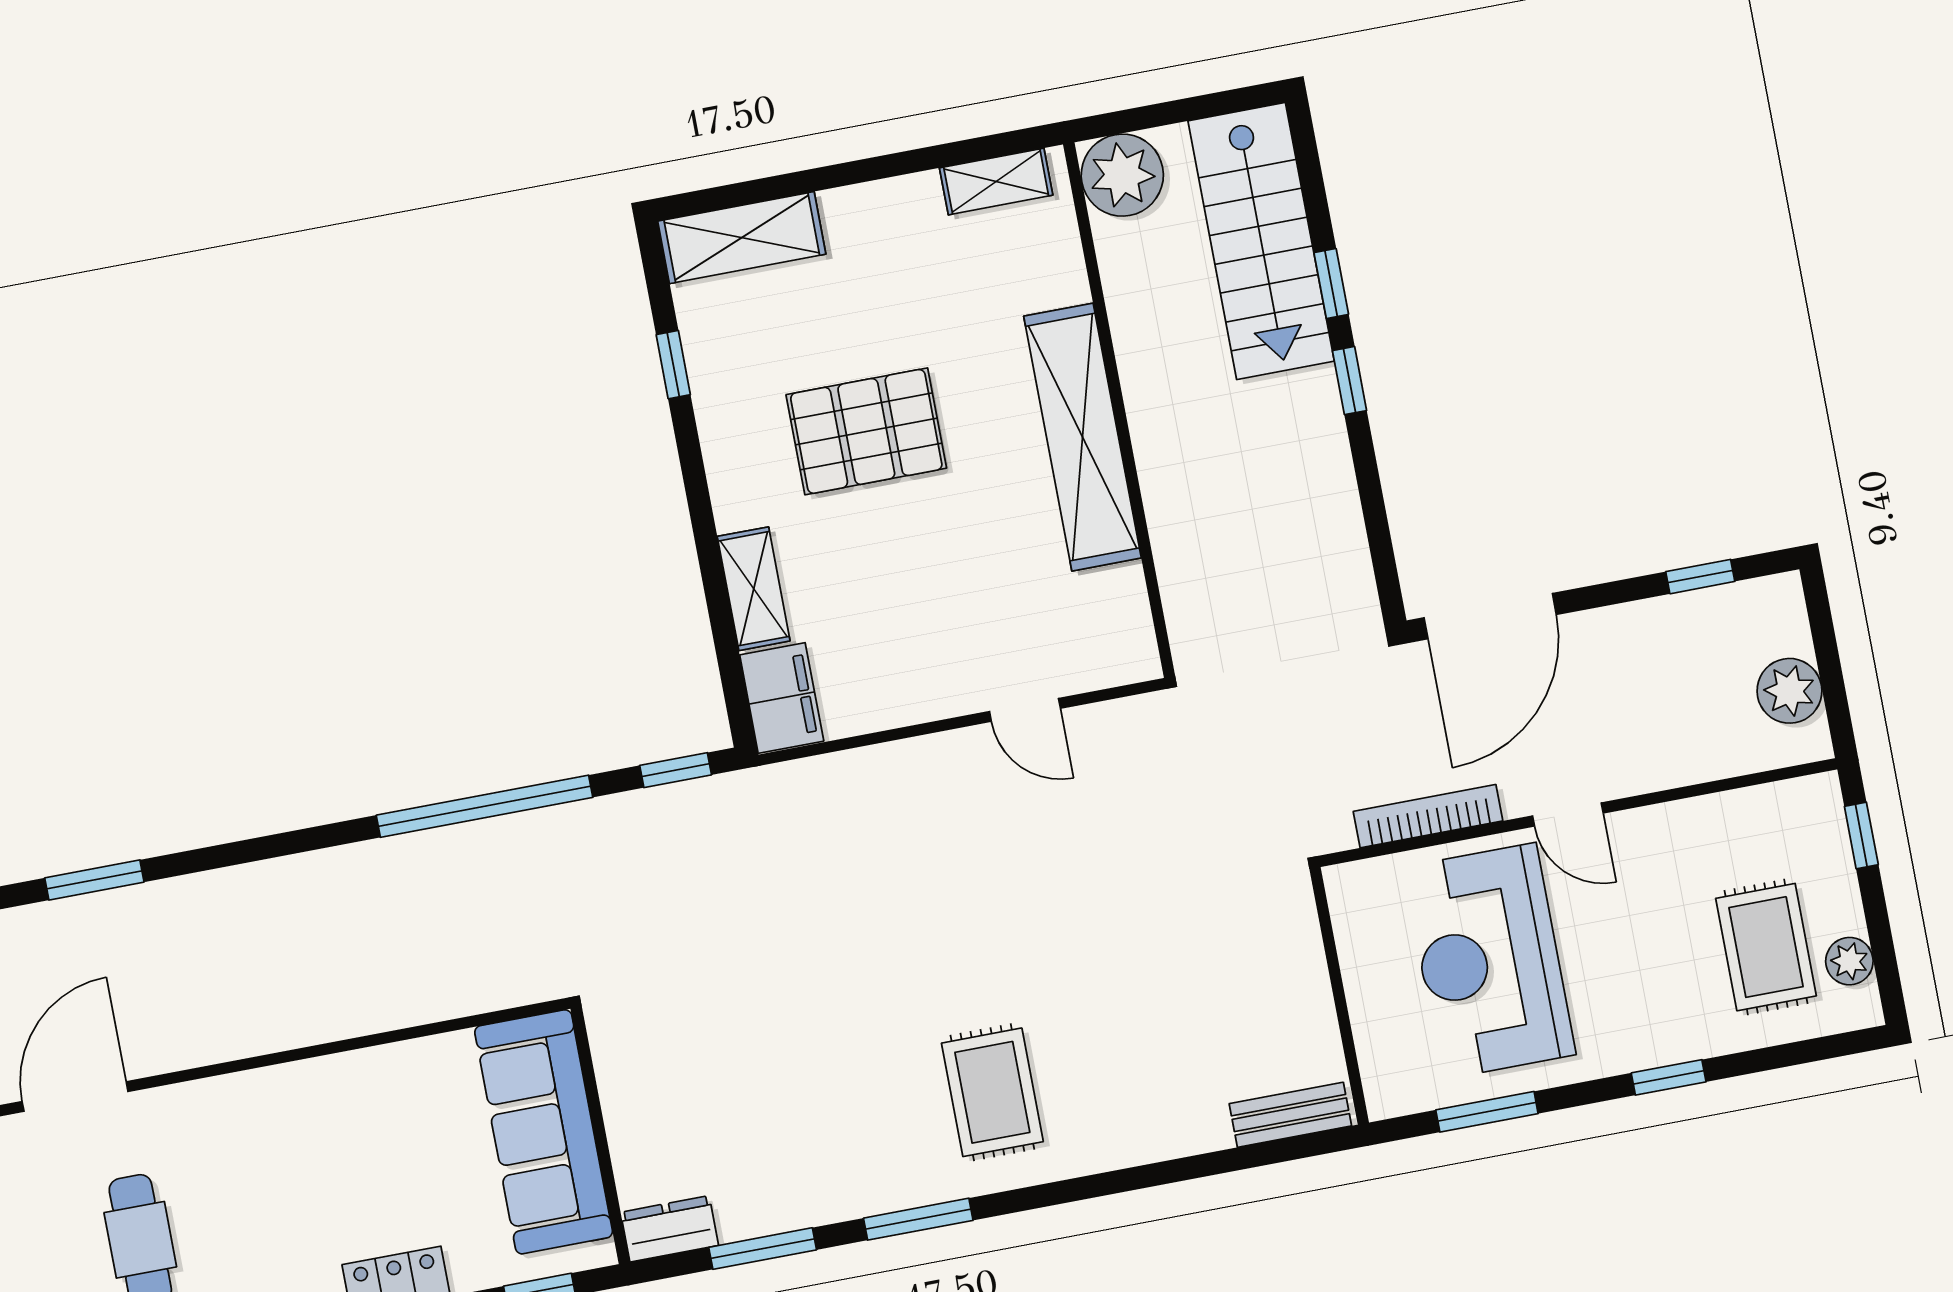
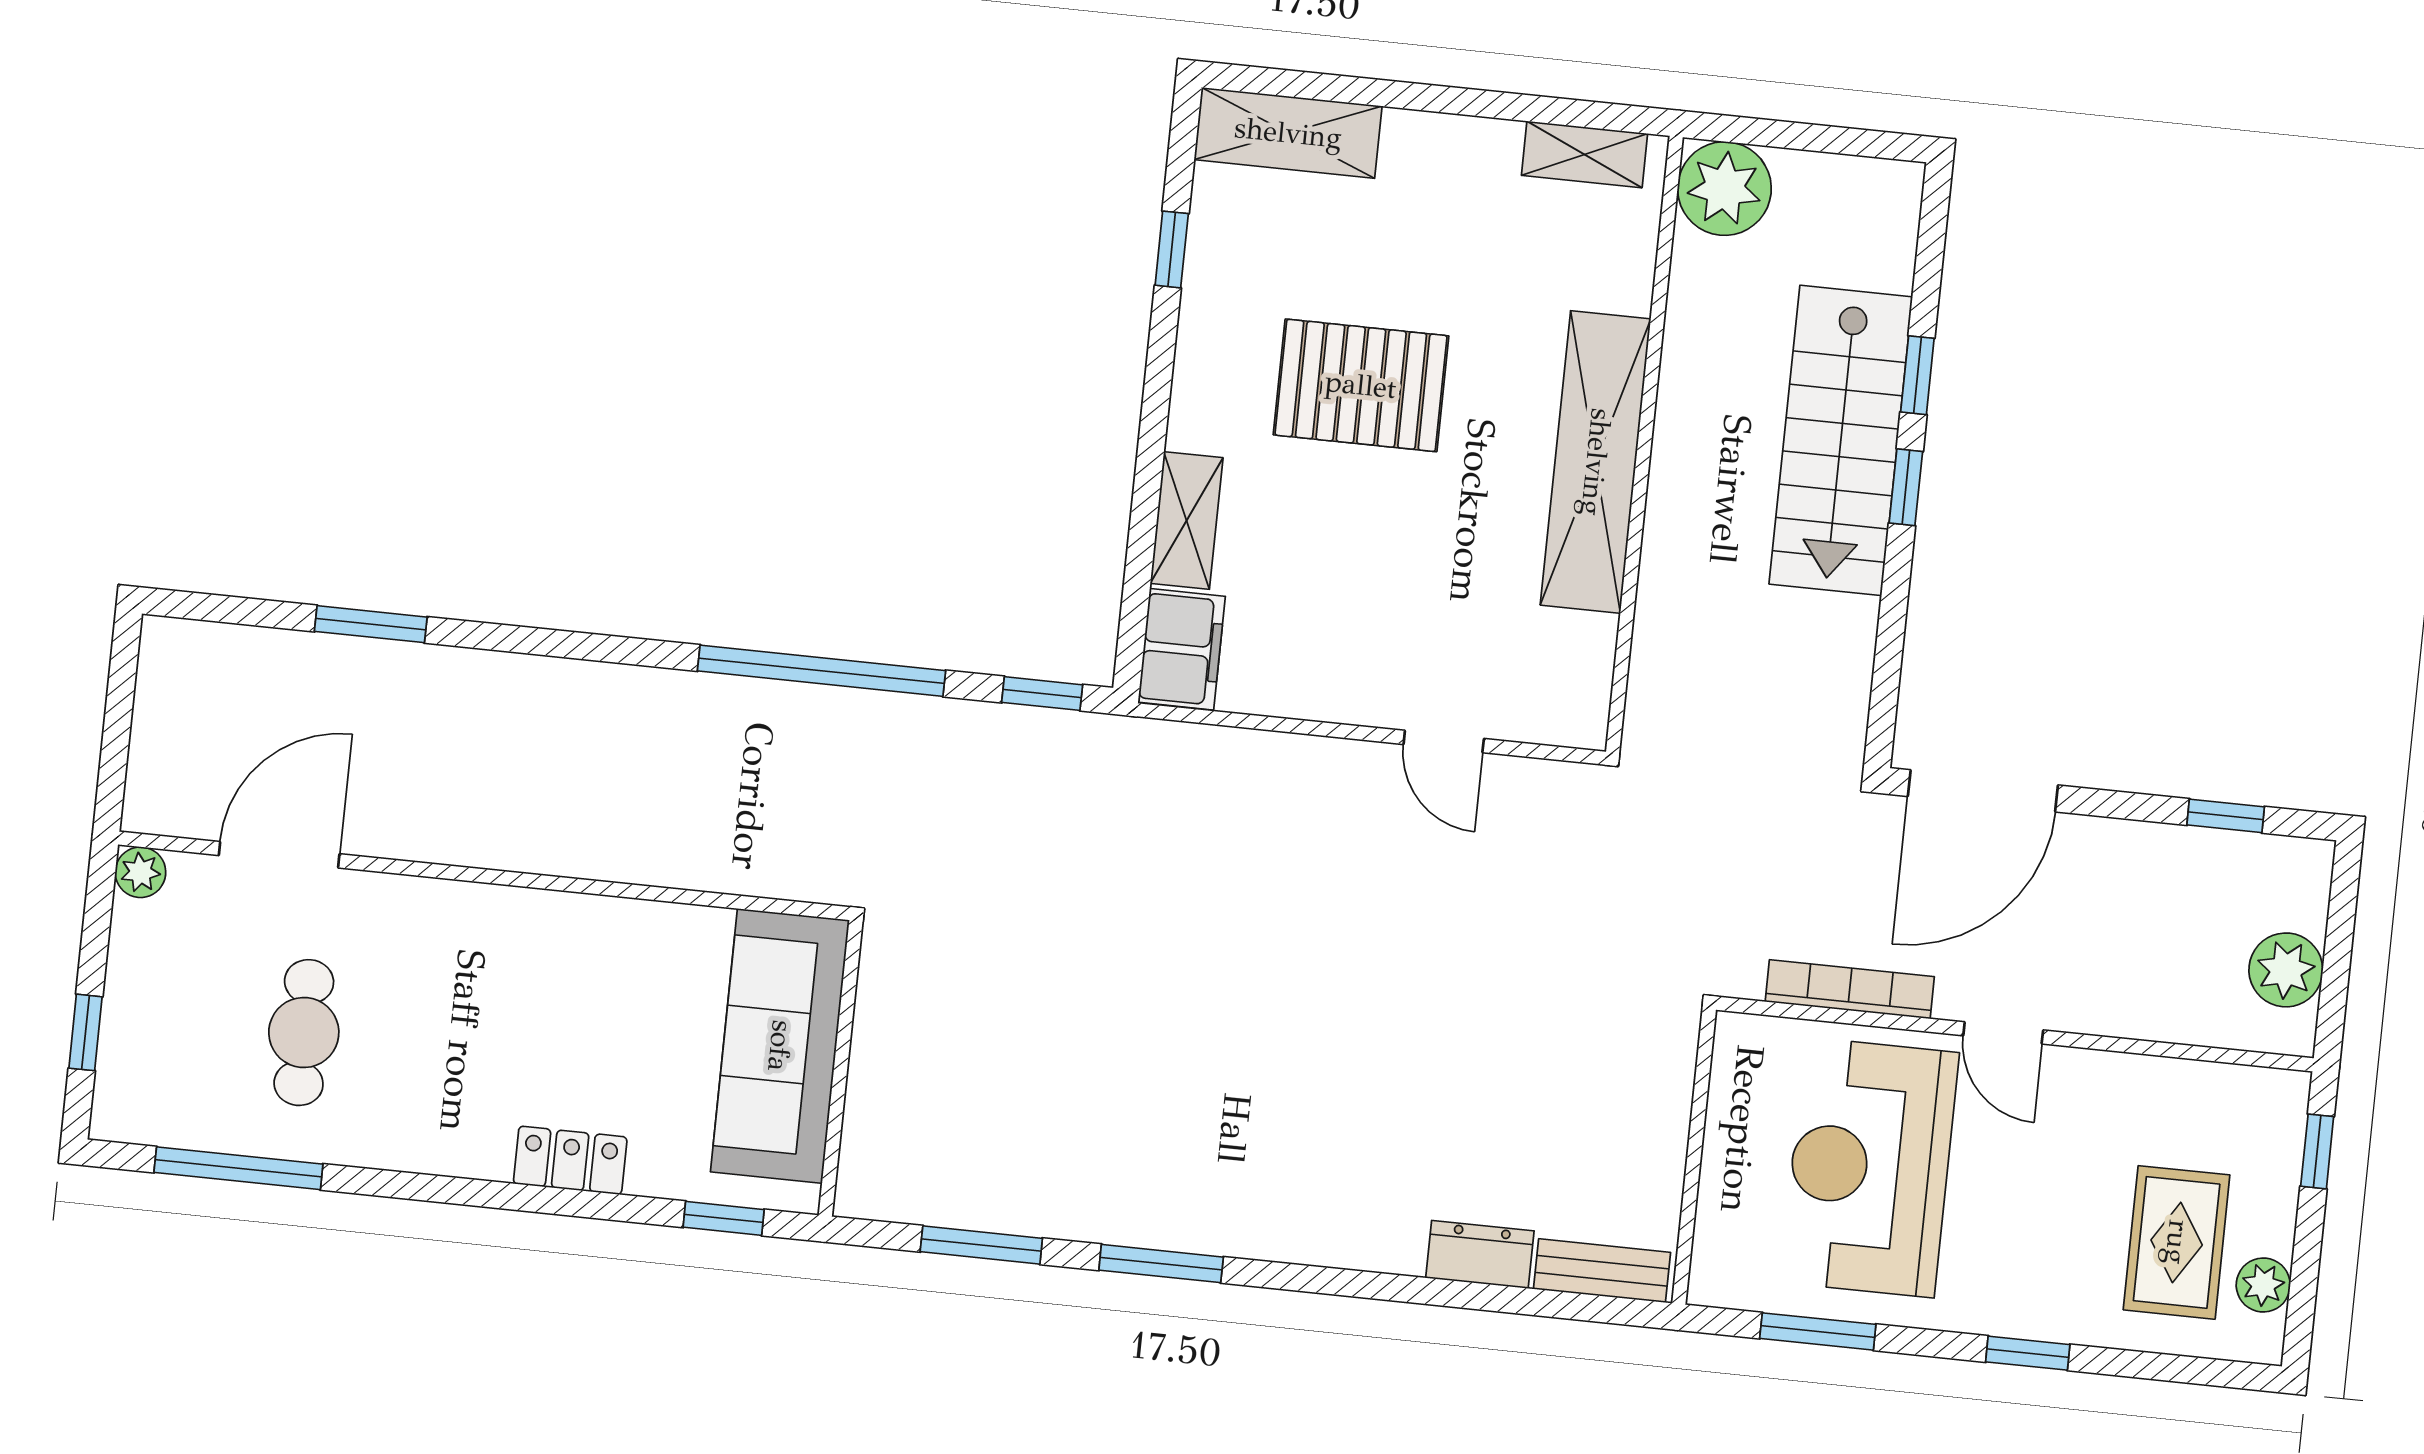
stairs: (1261, 241) -> (1841, 440), moved
rug: (992, 1092) -> (1283, 1149), removed
dresser: (670, 1229) -> (1480, 1254), moved

